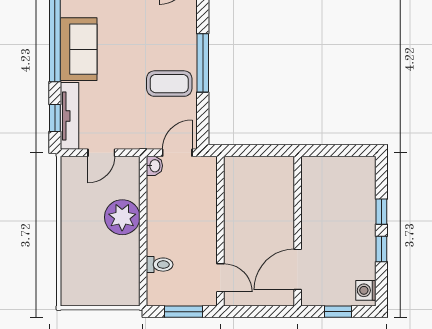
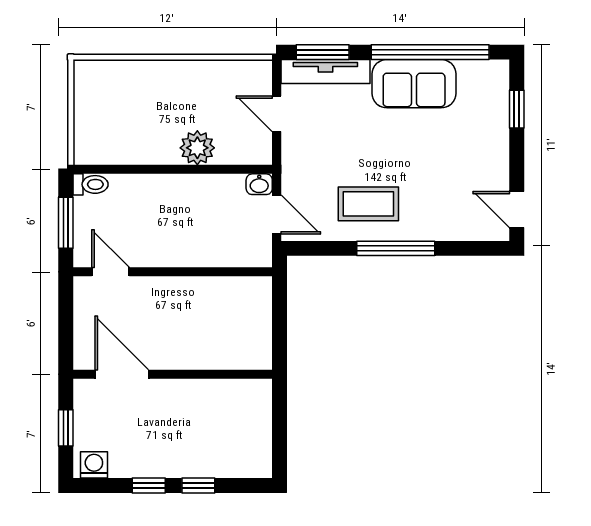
coffee table: (169, 84) -> (368, 204), turned 90
window: (55, 118) -> (323, 52), width x1.50
plant: (122, 217) -> (197, 148), width x0.73, depth x0.73
toilet: (160, 265) -> (91, 184), moved, turned -90
door: (220, 278) -> (111, 272), swing flipped

